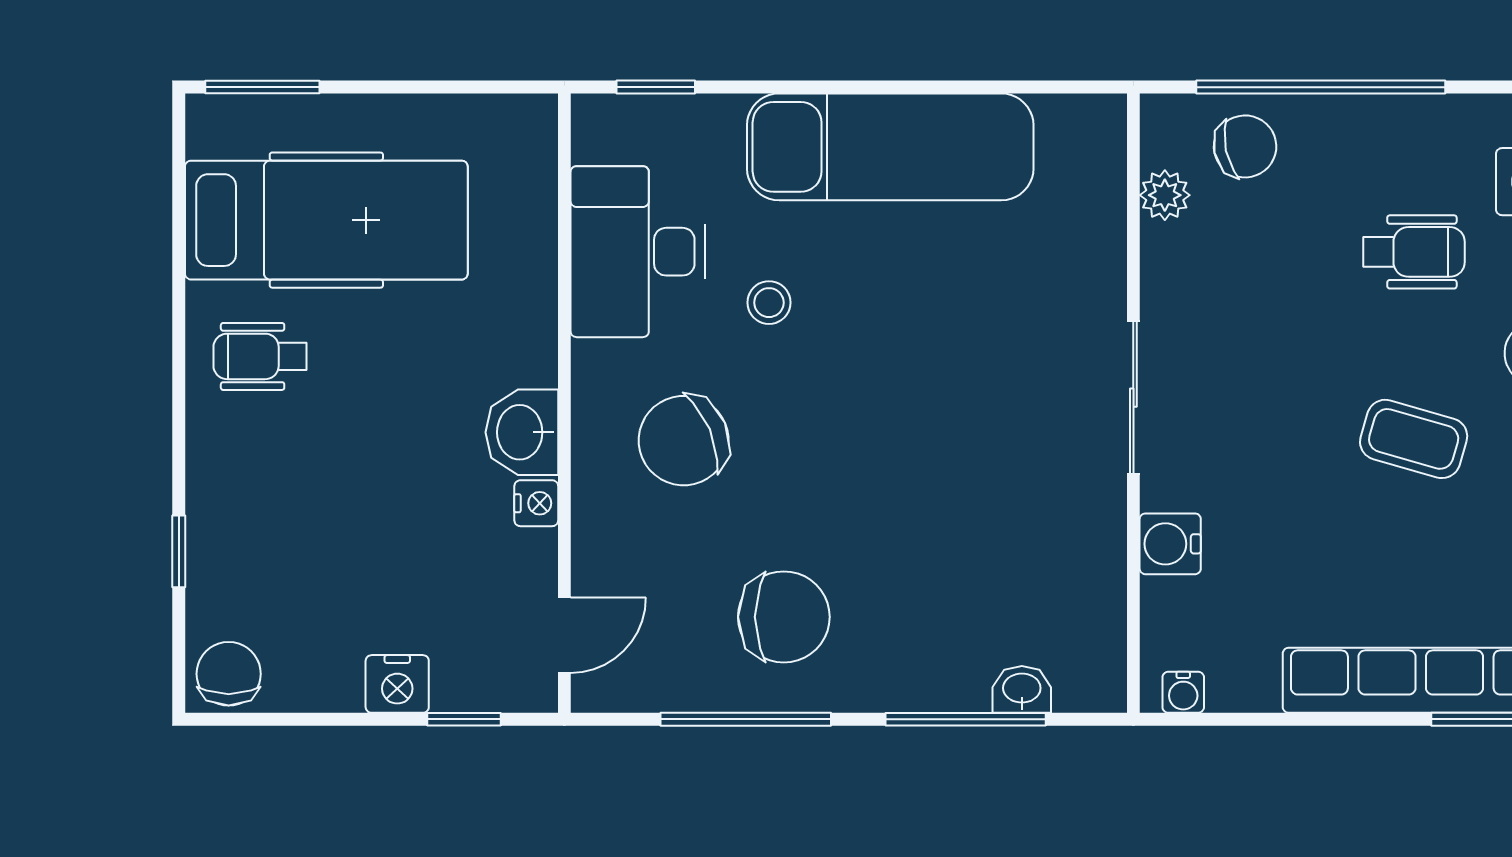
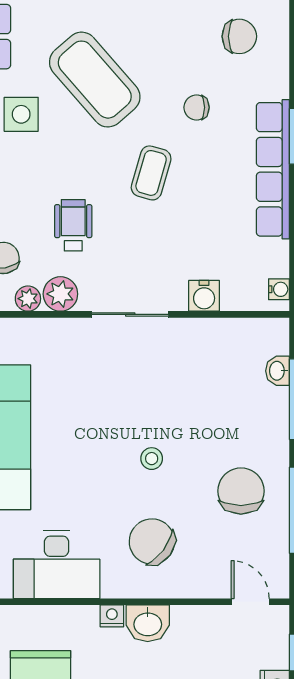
wheelchair: (1414, 252) -> (73, 225), moved
plant: (1174, 259) -> (60, 294), added
stool: (769, 303) -> (152, 459), moved
chair: (684, 441) -> (152, 542), turned 150
nightstand: (536, 503) -> (112, 616), moved

